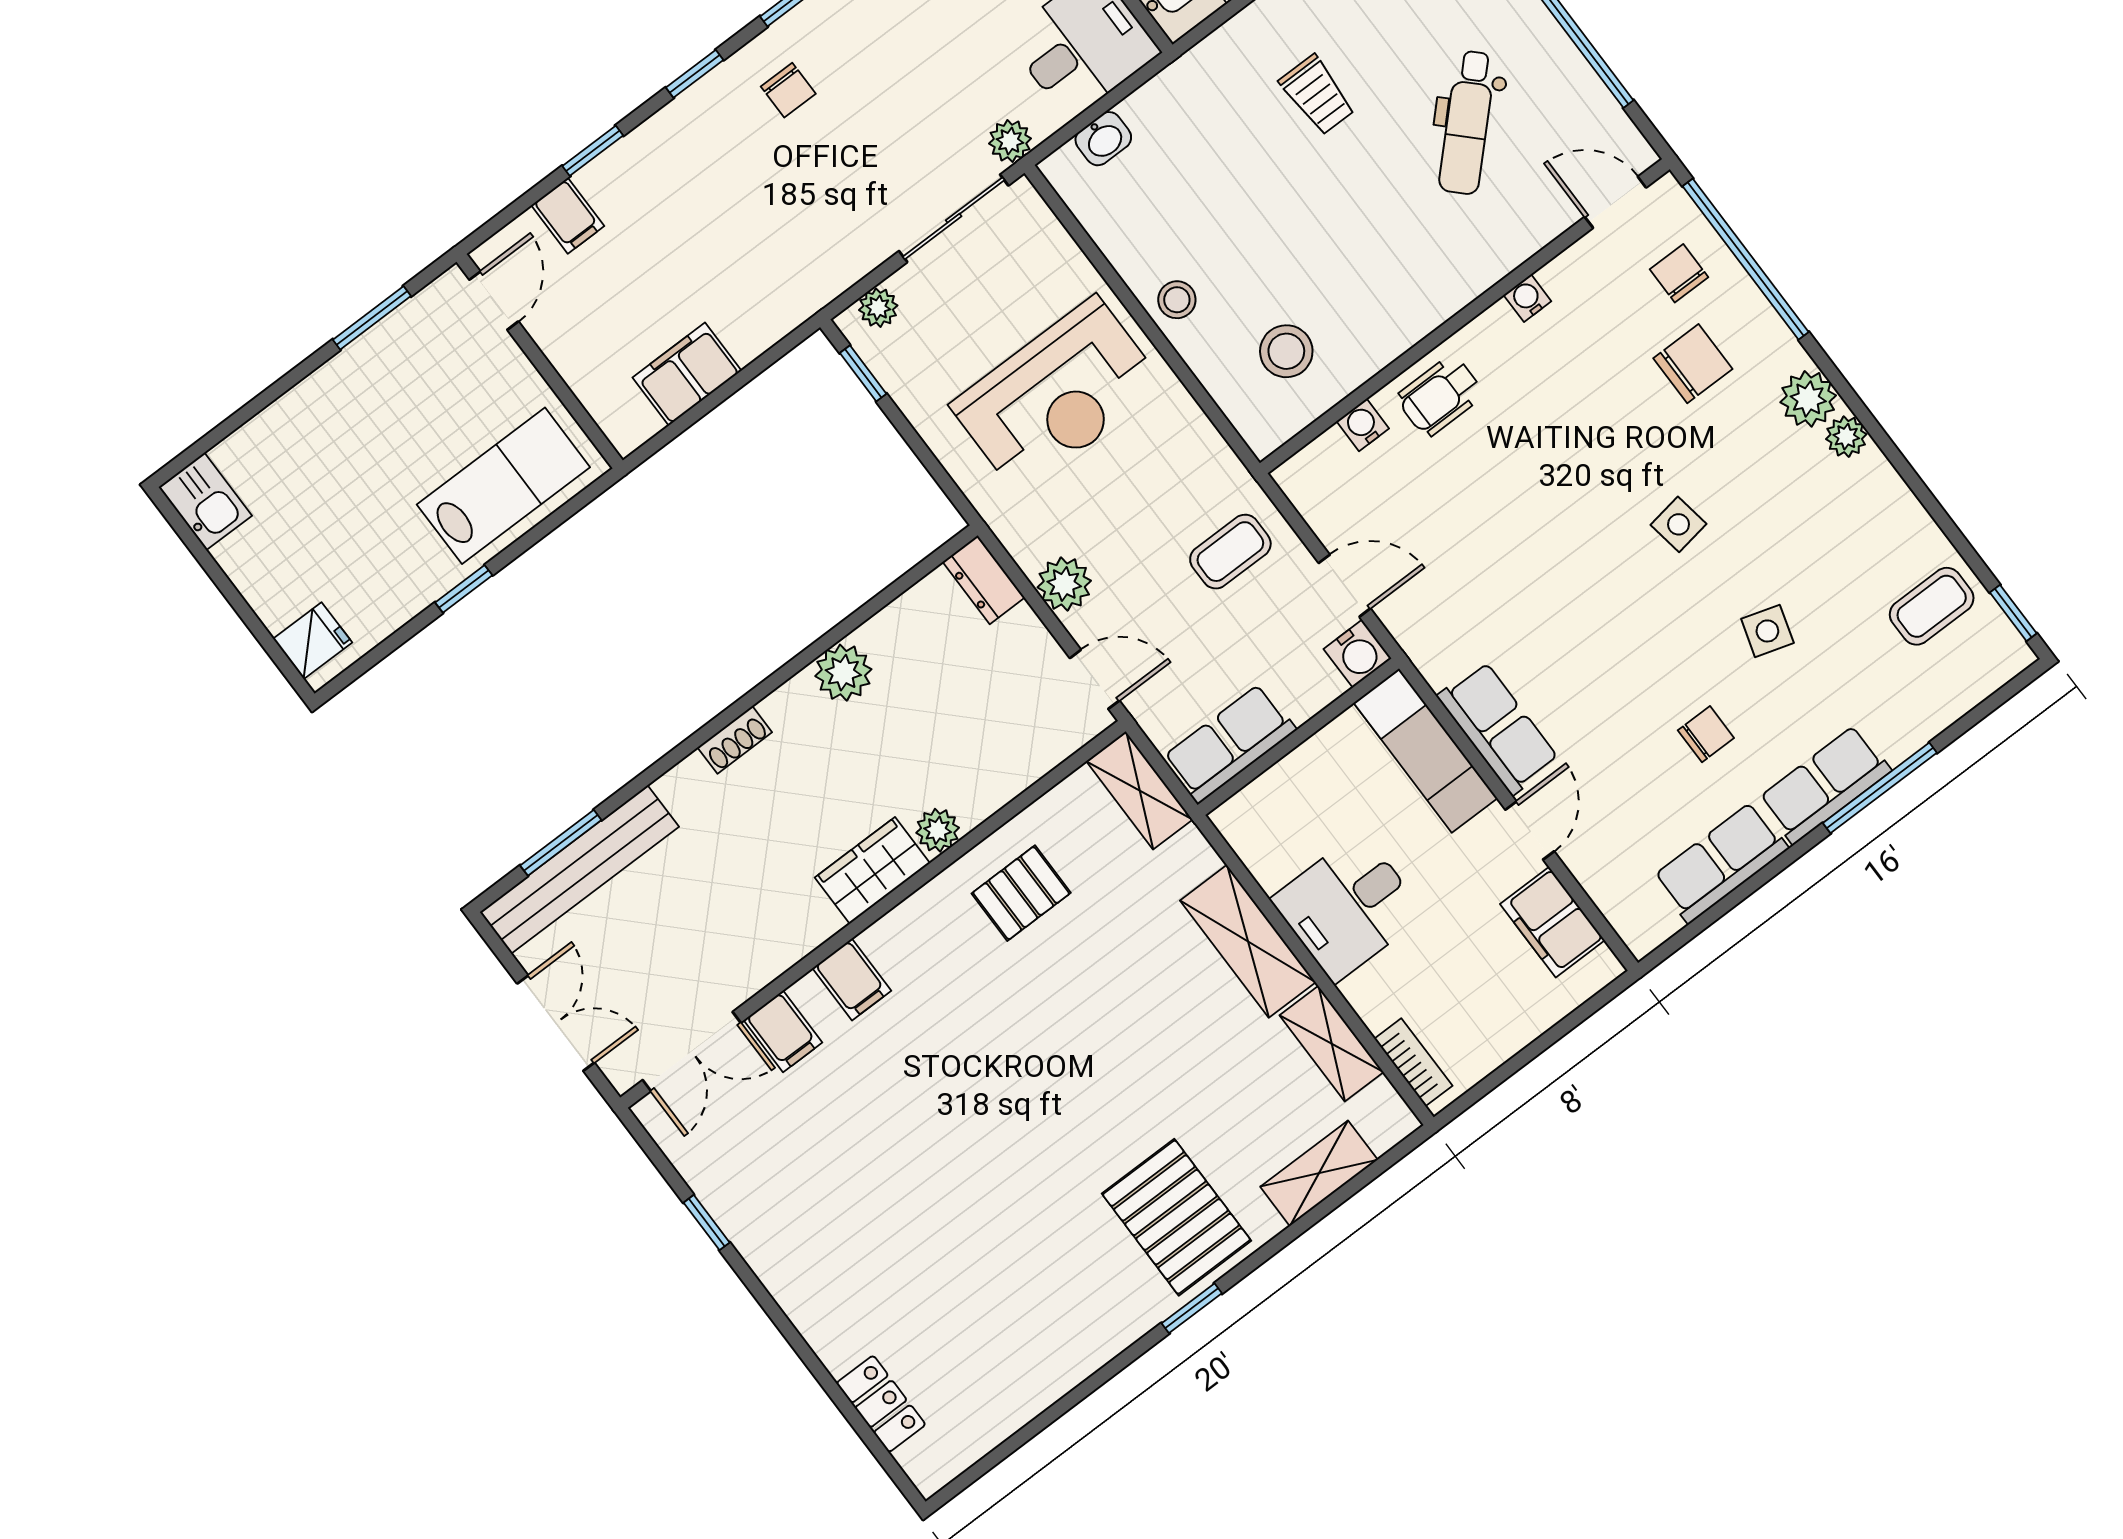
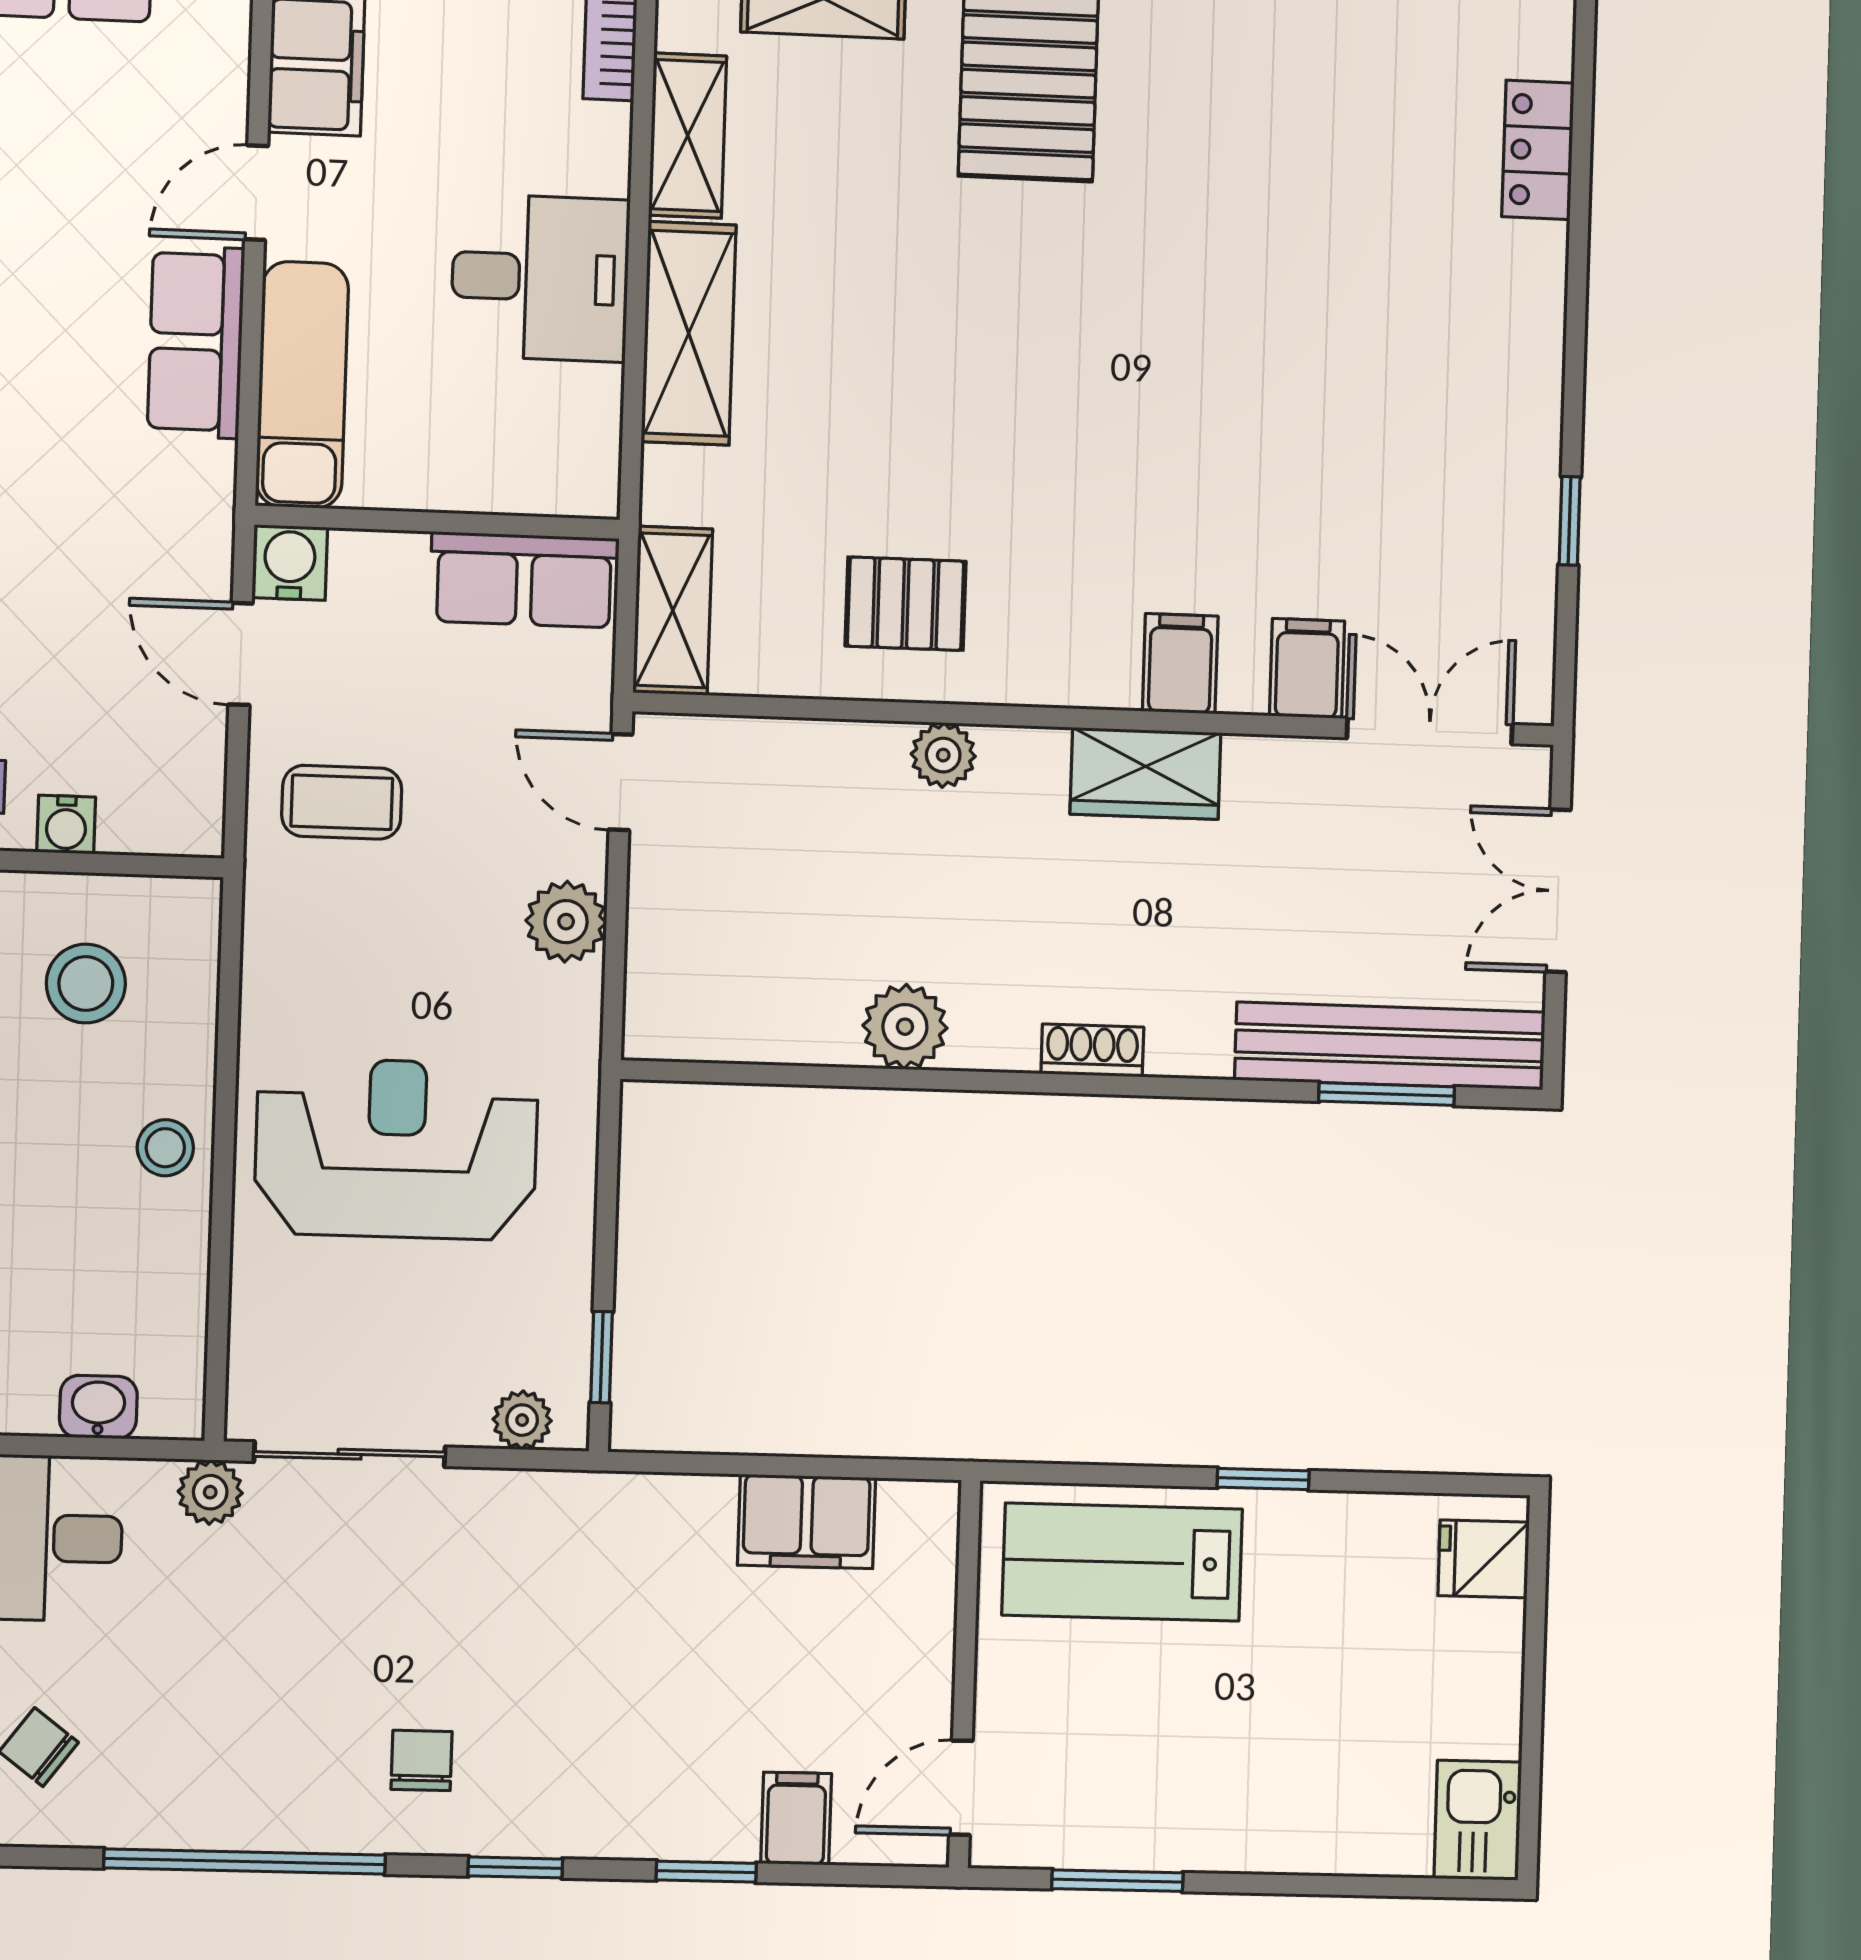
dresser: (984, 580) -> (656, 1003), removed
wardrobe: (872, 870) -> (1145, 773), moved

